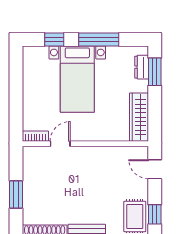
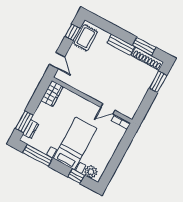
window: (99, 39) -> (38, 155), moved
plant: (39, 55) -> (91, 172), added
wardrobe: (139, 117) -> (52, 94), width x0.67
window: (16, 195) -> (158, 82), moved

